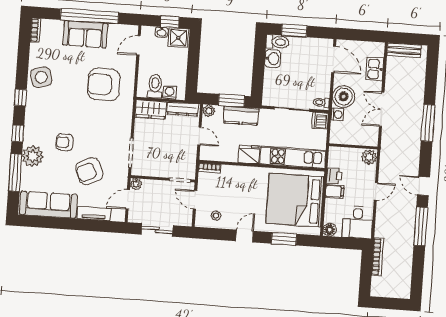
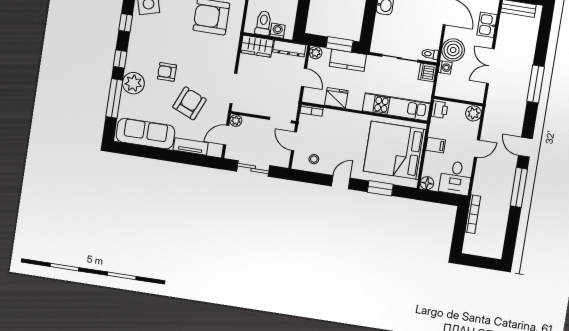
fridge: (249, 154) -> (336, 98), moved
armchair: (89, 171) -> (189, 103), turned 138
printer: (334, 176) -> (440, 110), moved

